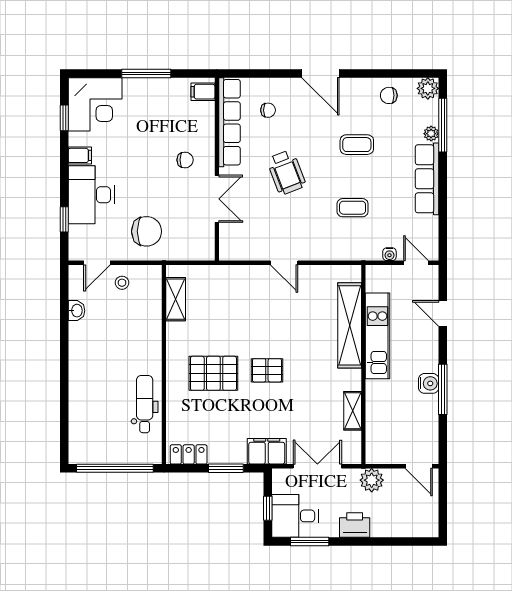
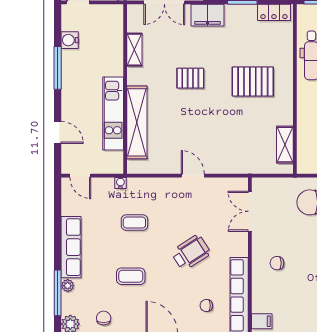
chair: (389, 95) -> (104, 318), turned -90
wheelchair: (286, 172) -> (191, 253), turned 78
double door: (217, 199) -> (250, 211), moved
water cooler: (389, 254) -> (120, 183), moved
pallet: (267, 370) -> (190, 78), moved
water cooler: (429, 383) -> (70, 40), moved

